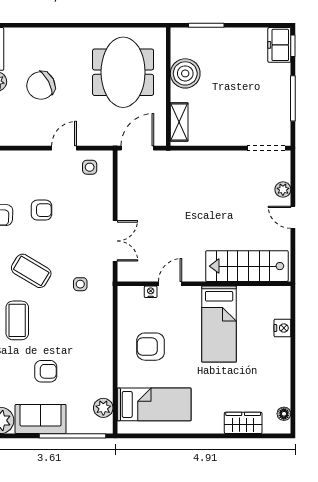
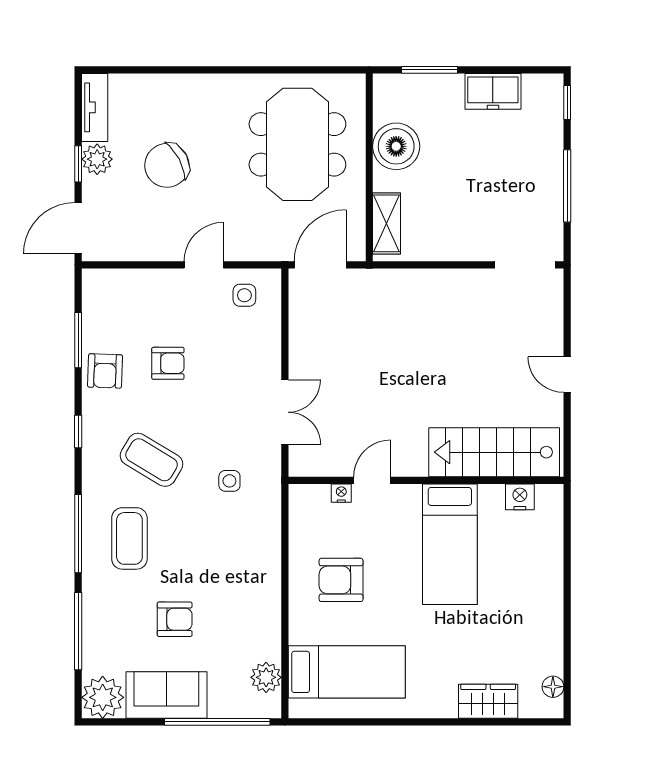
freezer: (279, 45) -> (493, 91), moved, turned -90
plant: (283, 190) -> (551, 331), removed
nightstand: (282, 328) -> (520, 497), moved, turned -90

